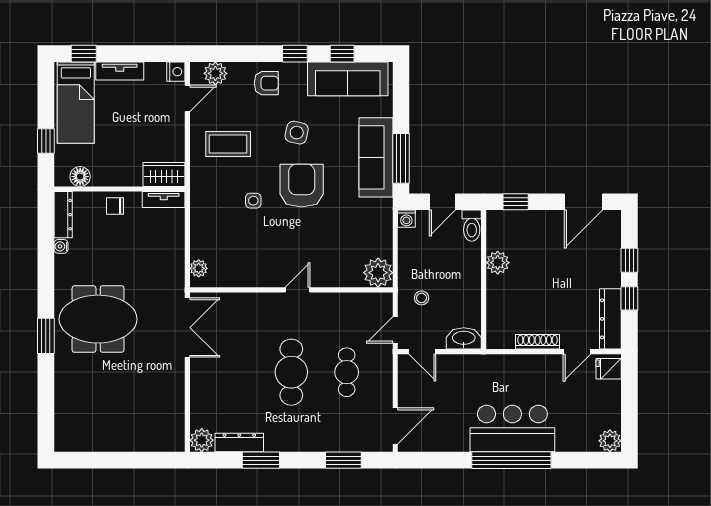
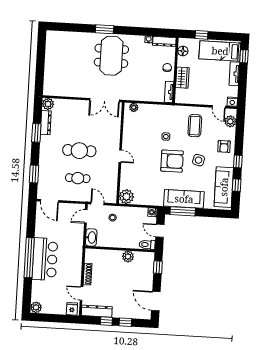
wardrobe: (164, 174) -> (182, 78), moved

